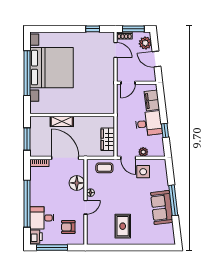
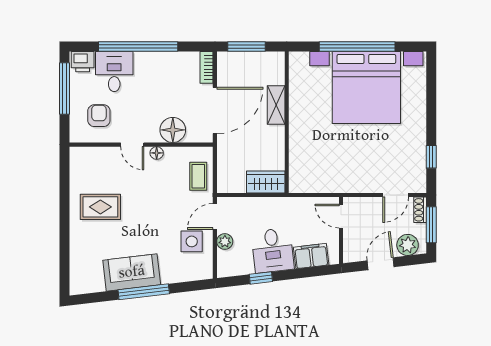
wardrobe: (108, 139) -> (266, 182), moved

